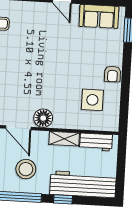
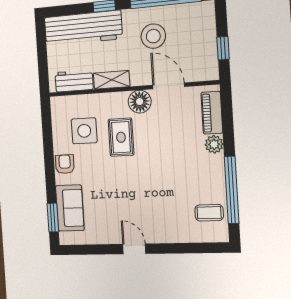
sofa: (99, 16) -> (70, 208), moved, turned 90
rug: (62, 91) -> (121, 137), added

